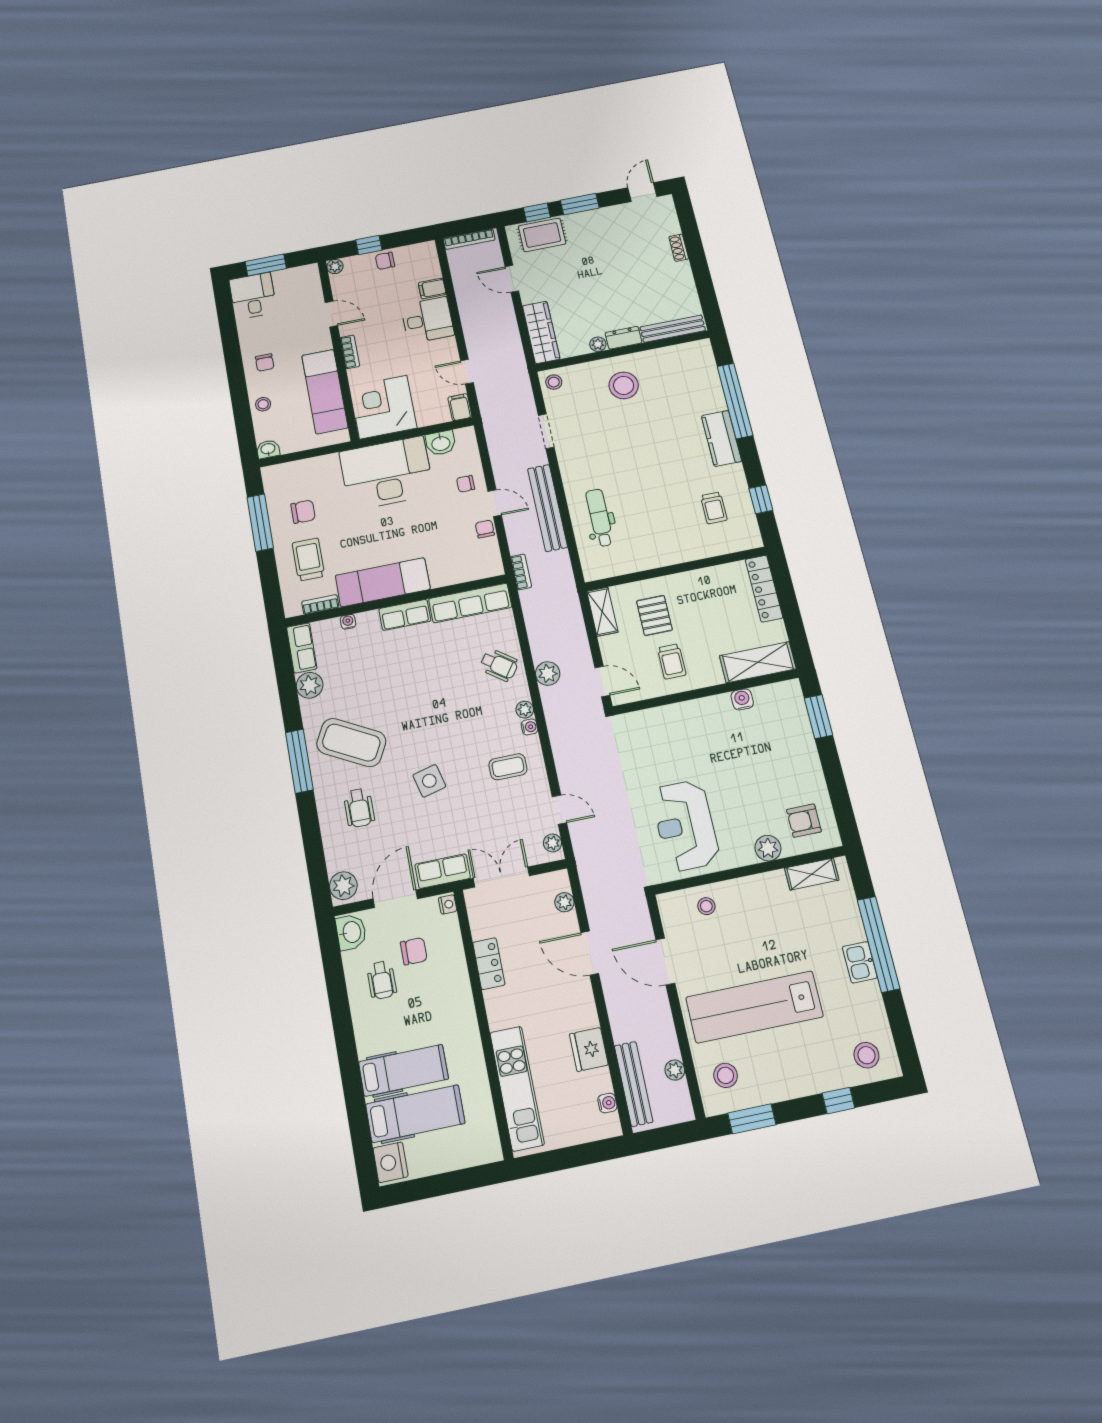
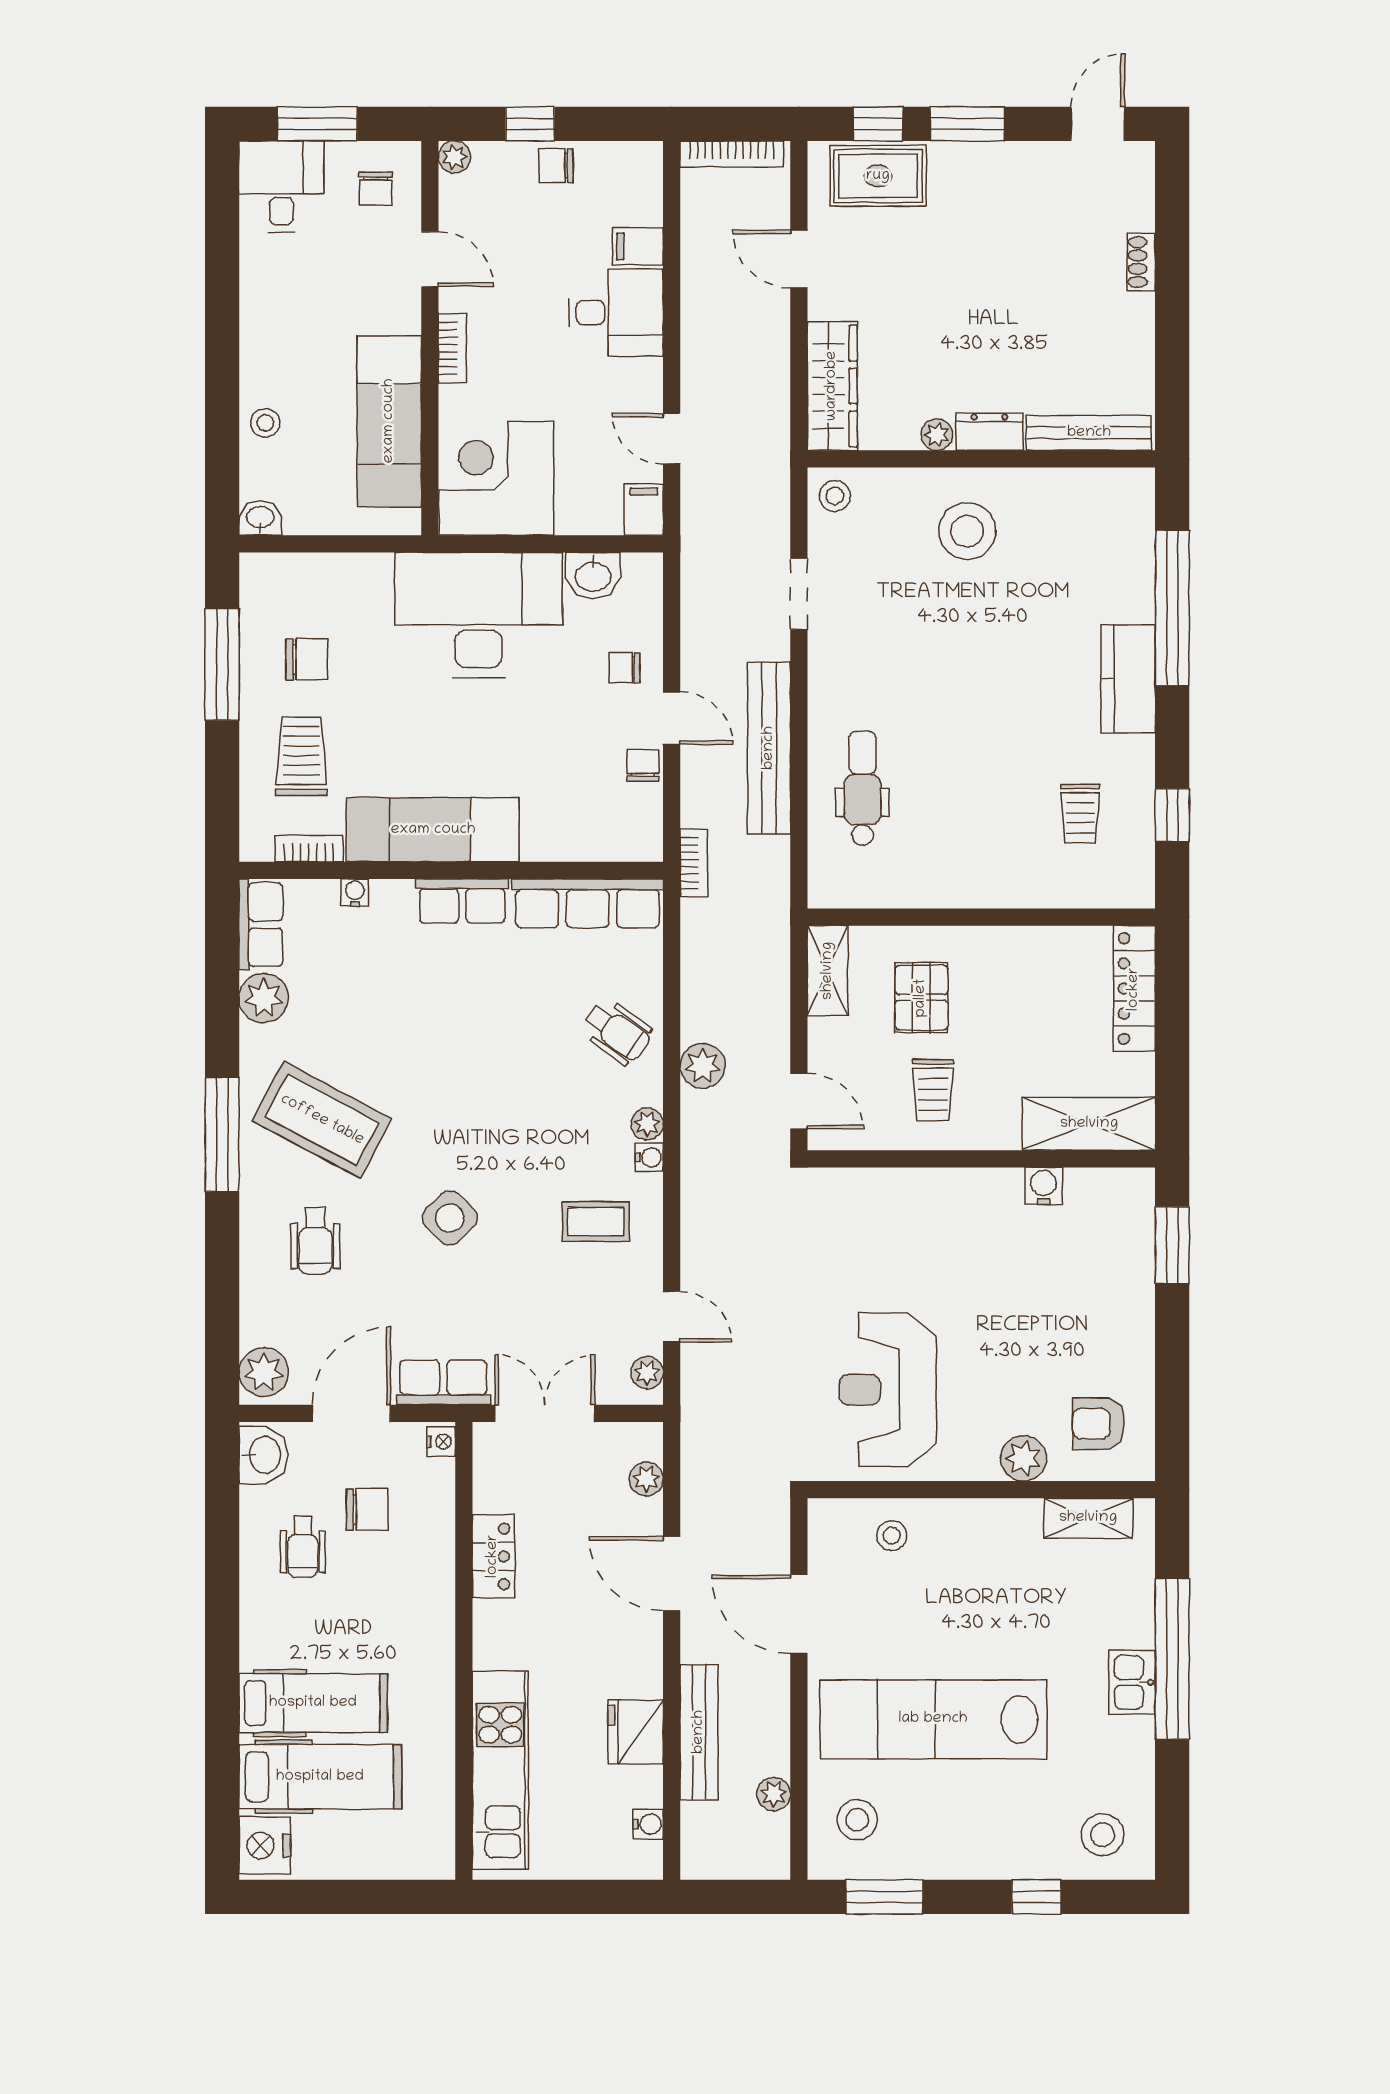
chair: (265, 363) -> (376, 189), moved
side table: (429, 781) -> (450, 1218), turned -31
bench: (634, 1084) -> (699, 1732), moved

